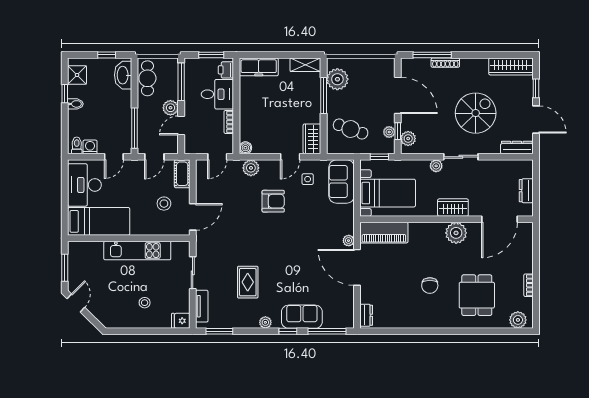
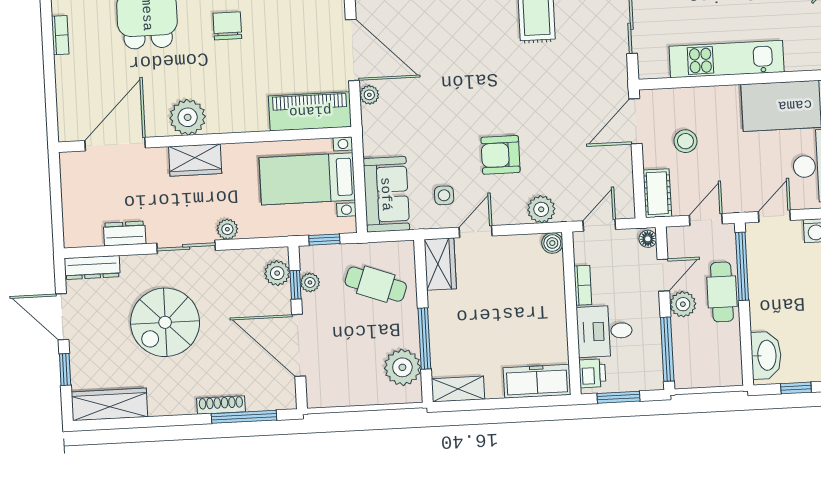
cafe table: (147, 78) -> (722, 292), moved
floor lamp: (189, 147) -> (648, 239), added
dresser: (526, 191) -> (125, 233), moved, turned -90

